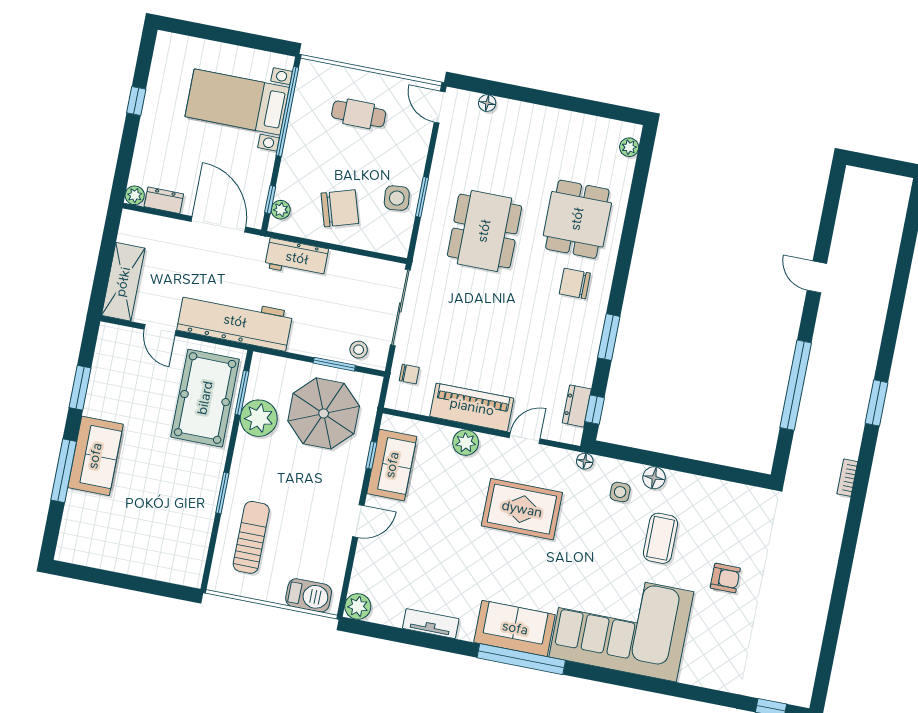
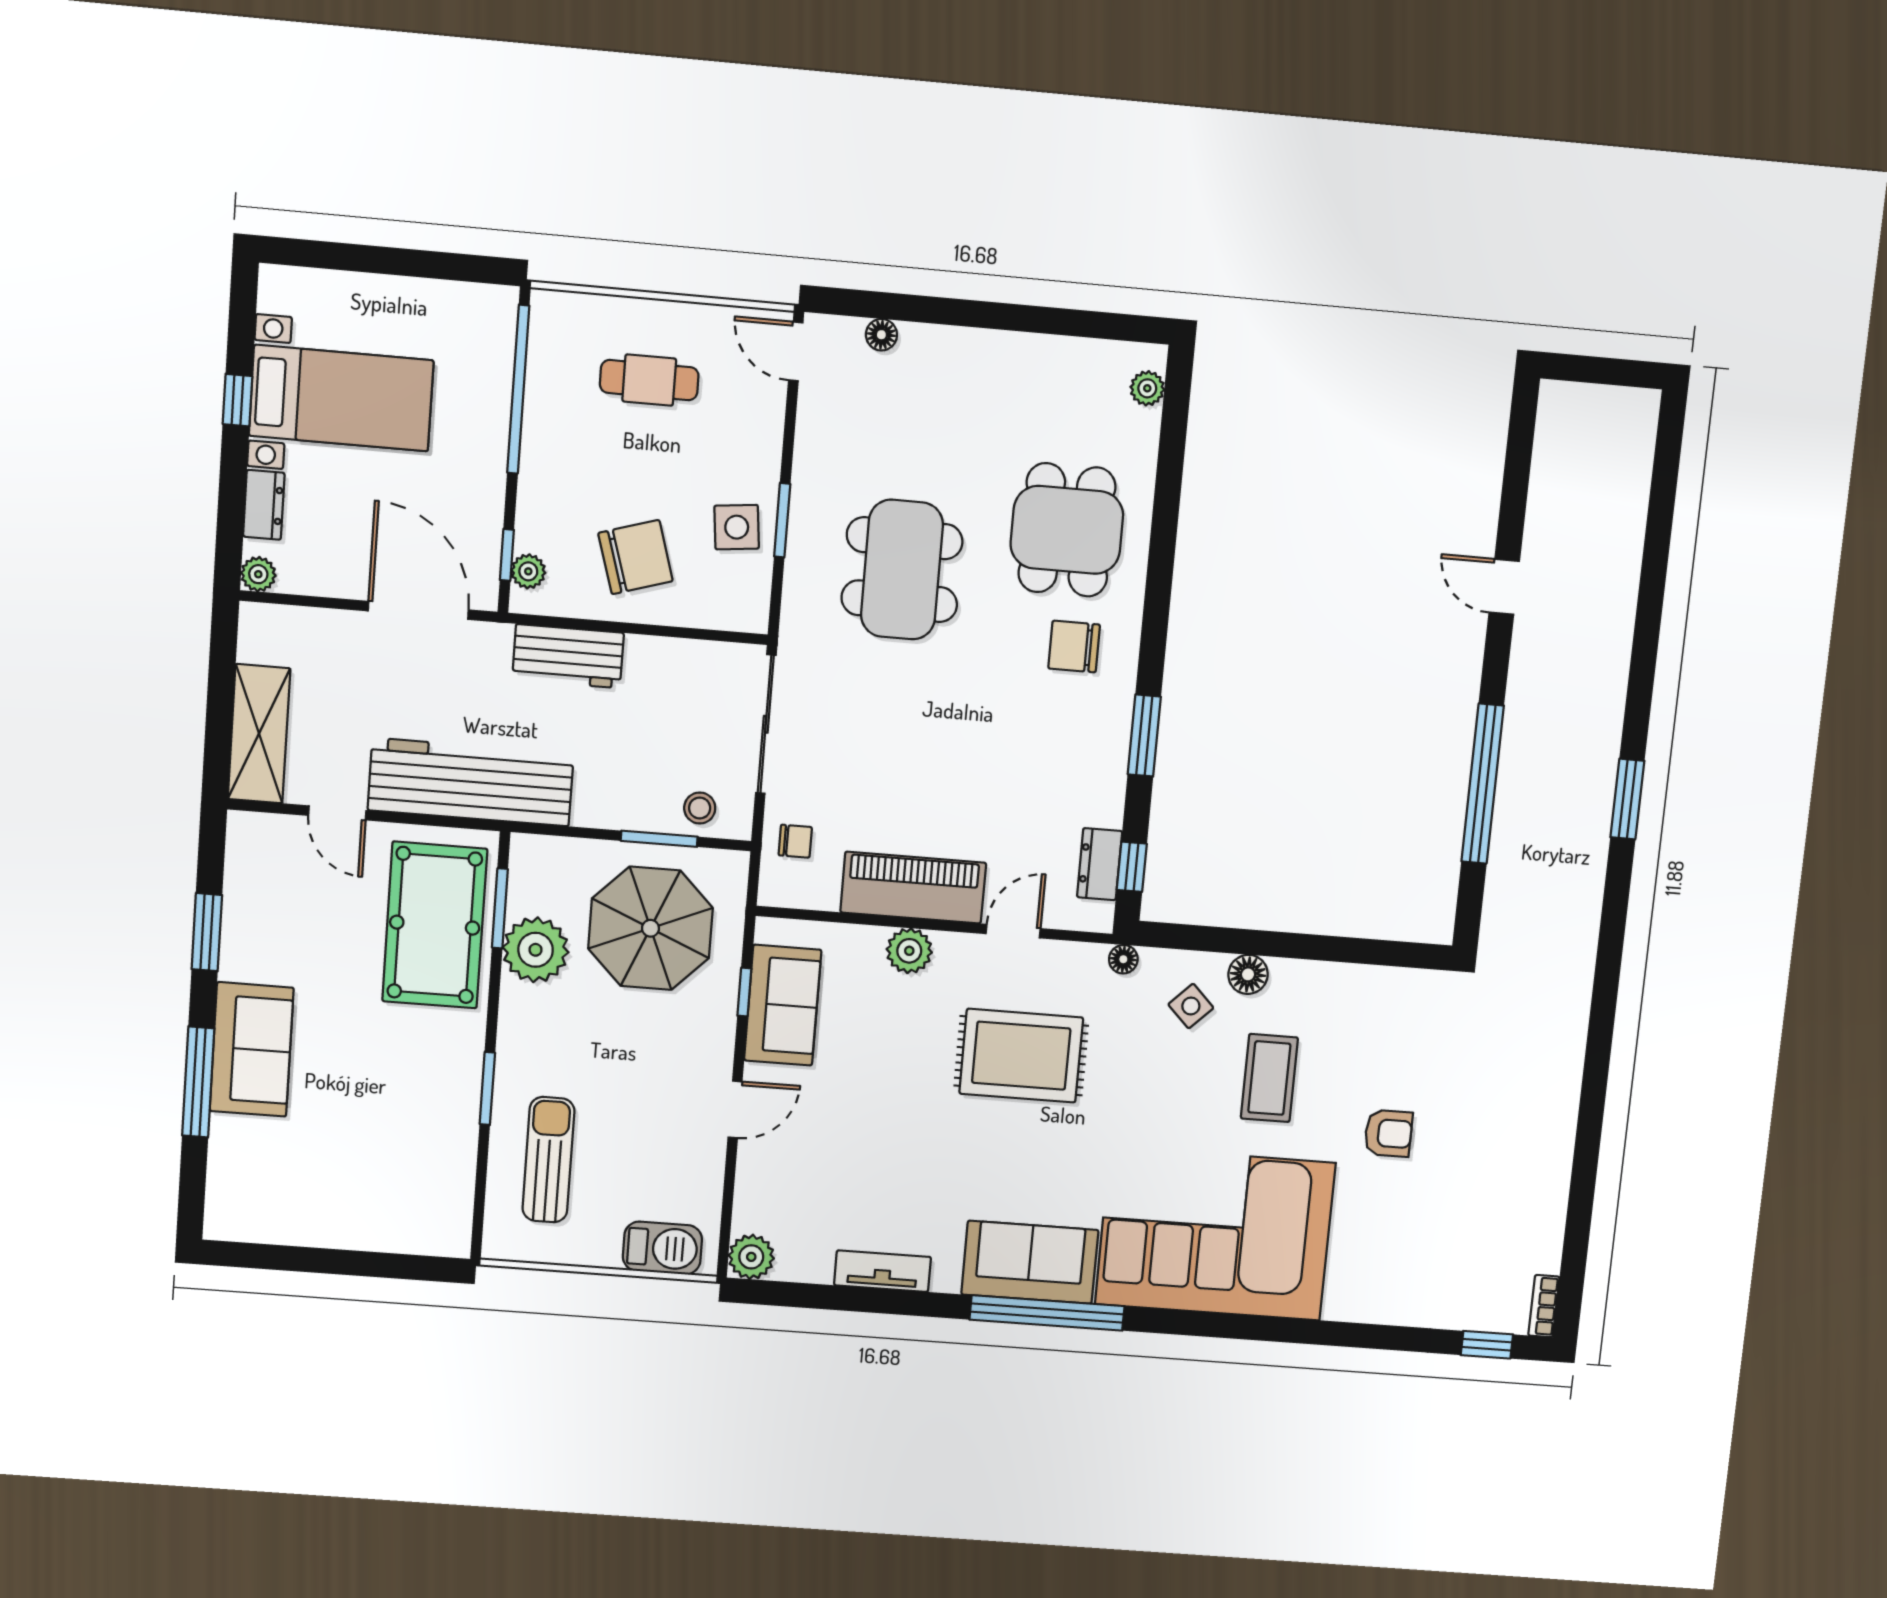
bed with nightstands: (237, 102) -> (341, 398), moved, turned 180
dresser: (164, 200) -> (264, 505), moved, turned 90
bookcase: (847, 478) -> (1544, 1306), moved
side table: (620, 492) -> (1191, 1006), turned 45

